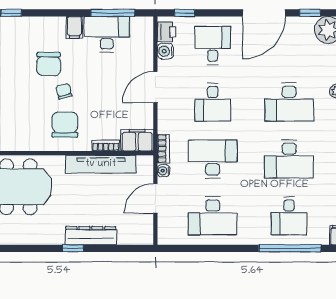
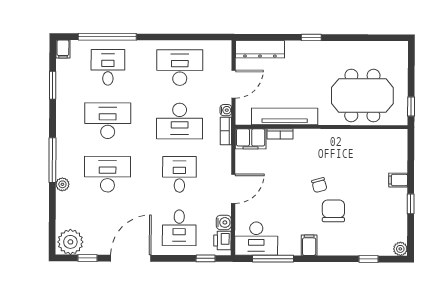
desk: (107, 34) -> (256, 239), moved
chair: (65, 125) -> (318, 154), removed
dresser: (91, 236) -> (260, 49), moved

